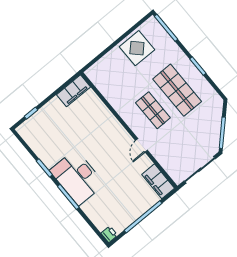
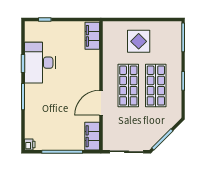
display table: (137, 48) -> (139, 41), moved
filing cabinet: (73, 91) -> (92, 36), moved, turned 90
shop shelf: (153, 110) -> (128, 86), width x1.43, depth x1.36
door: (141, 145) -> (101, 103), width x1.87
desk: (77, 177) -> (40, 63), moved

